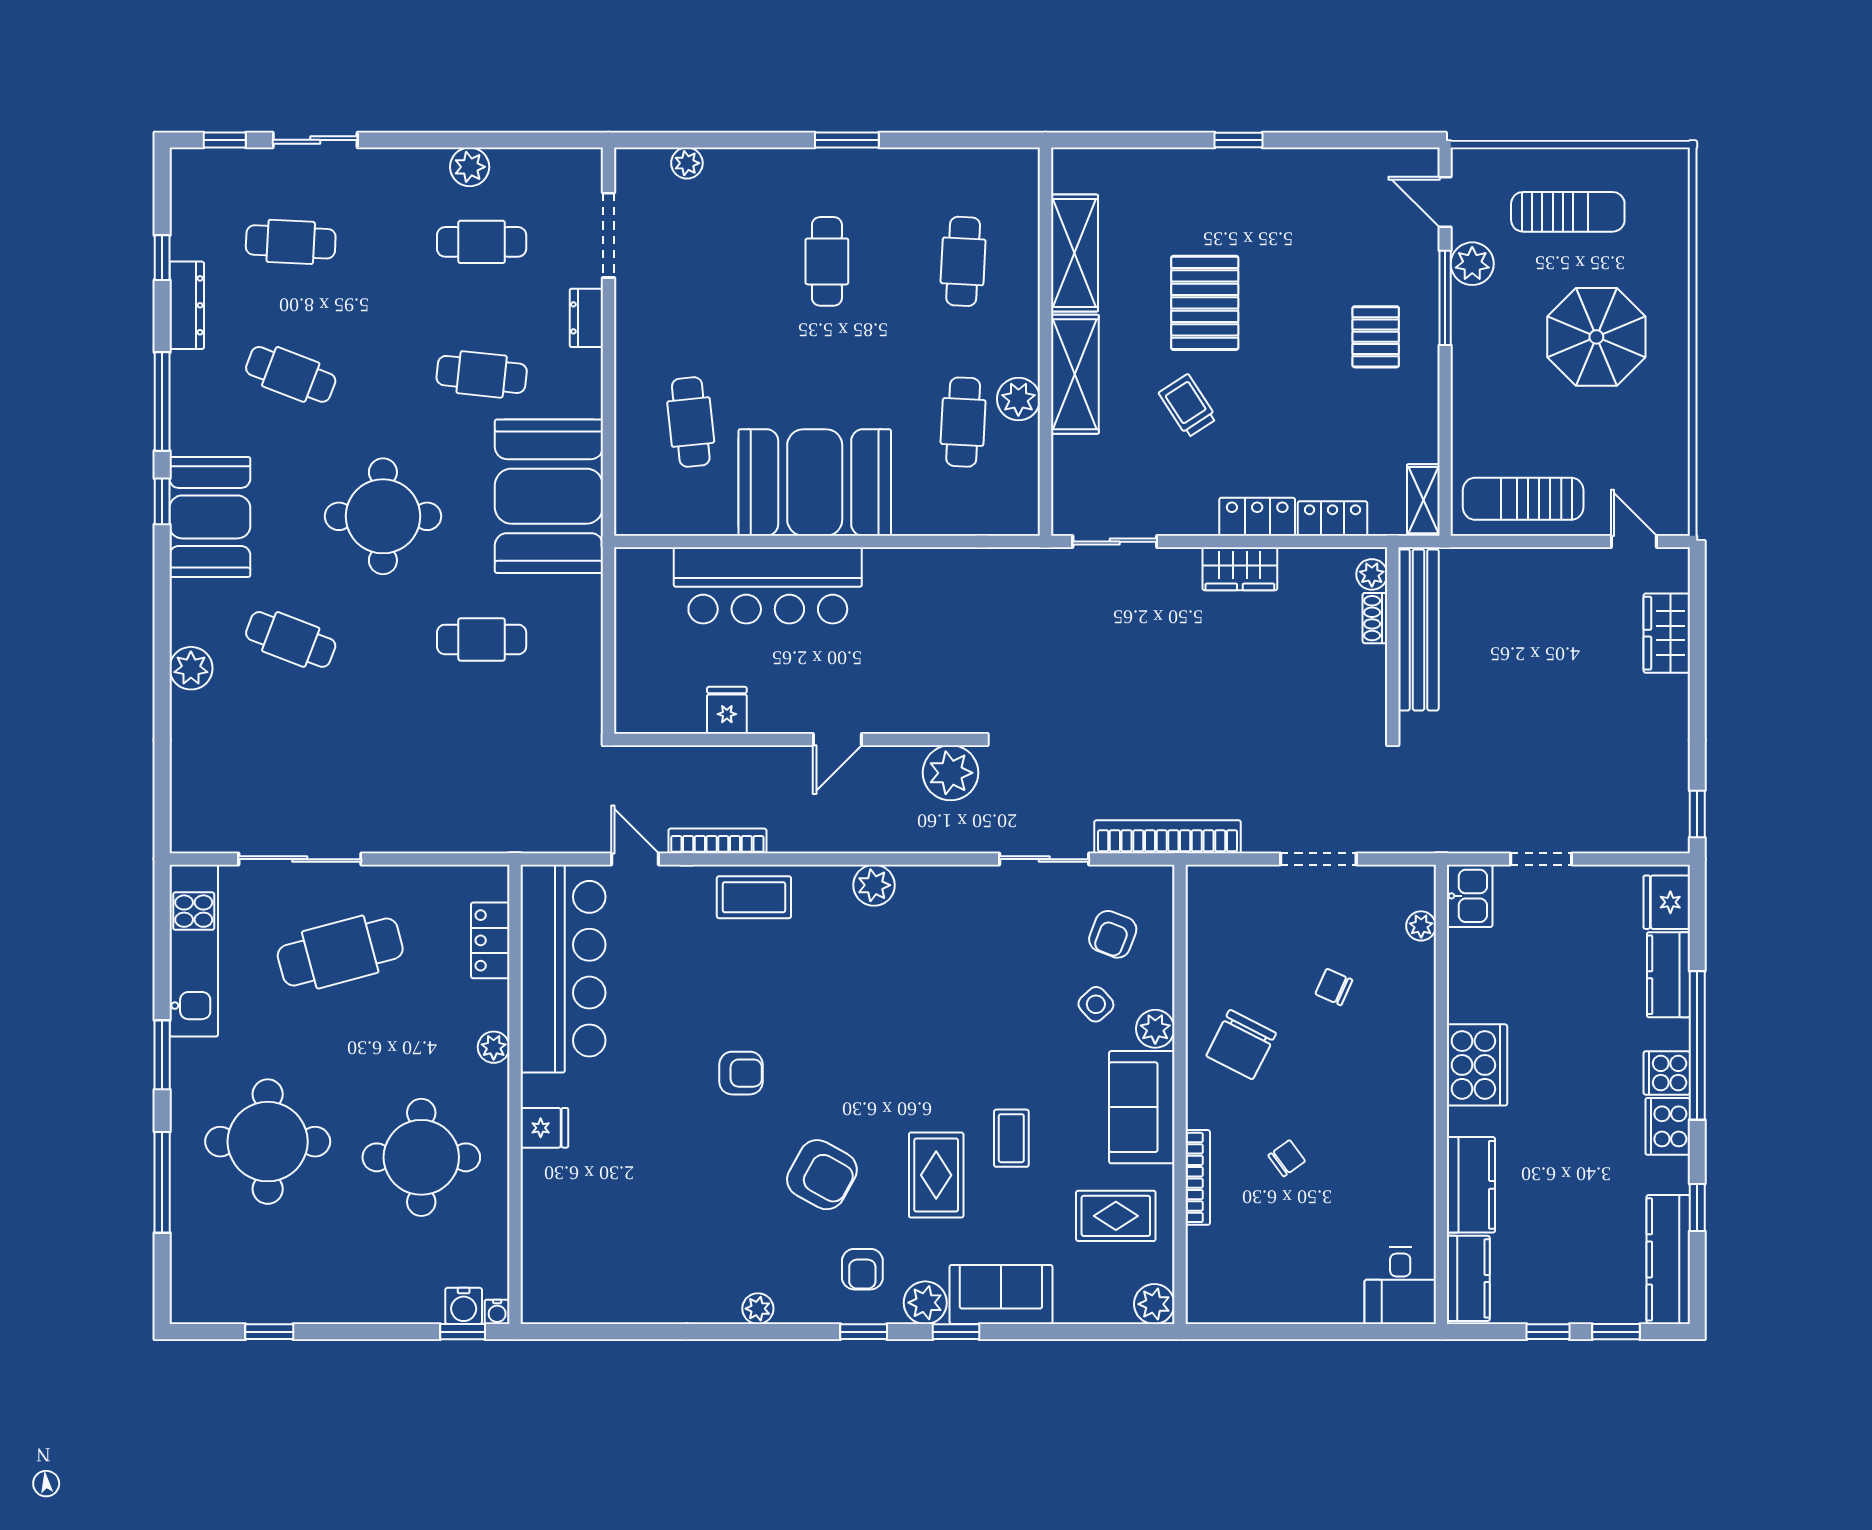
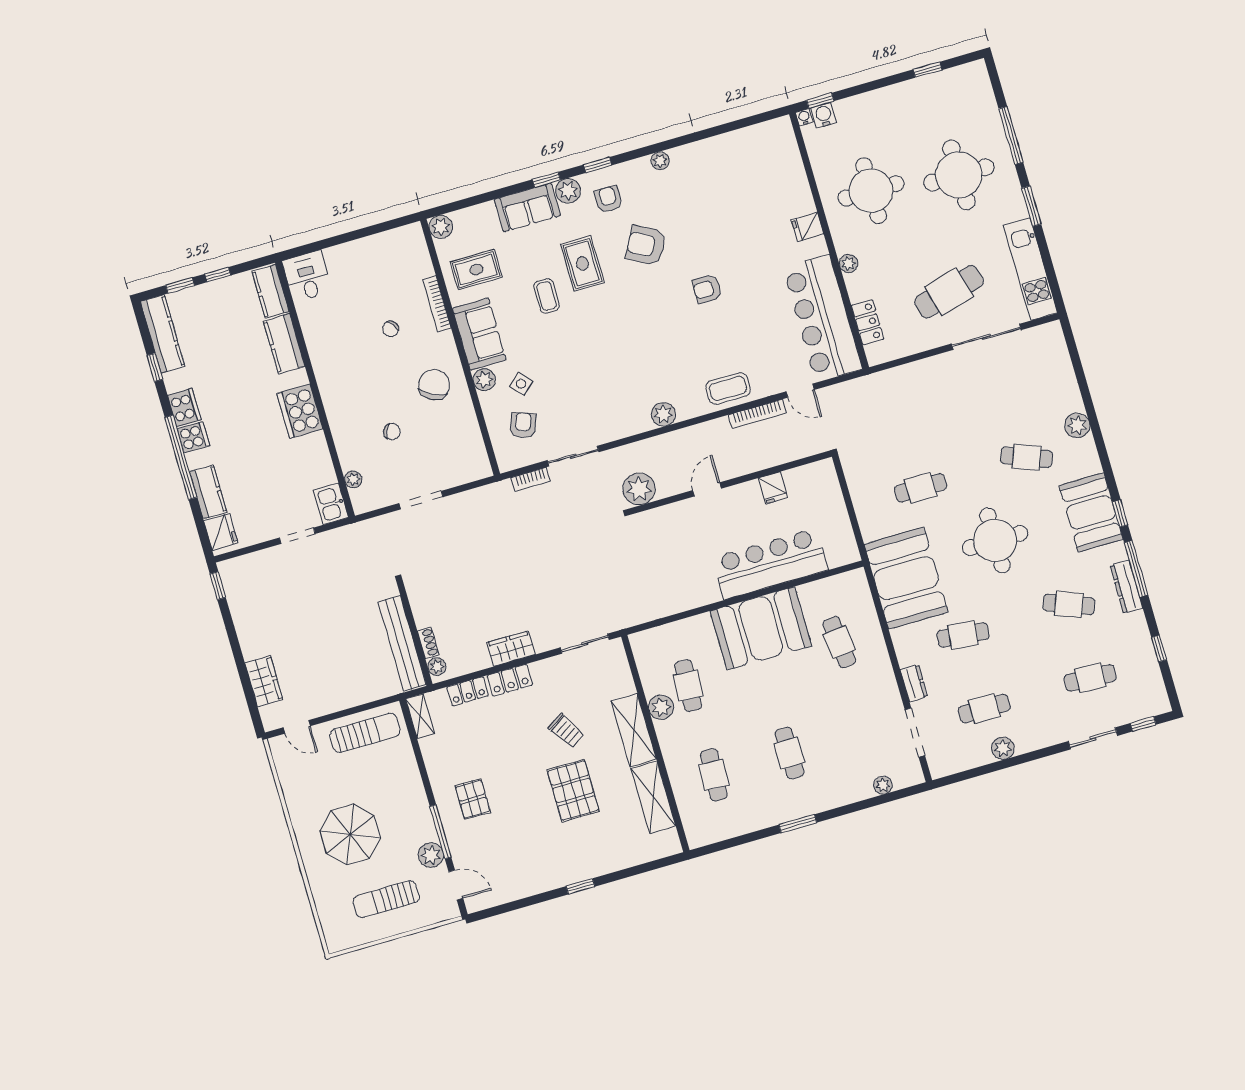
dresser: (187, 305) -> (1126, 587), moved
bookcase: (1168, 837) -> (531, 479), width x0.43, depth x0.76

